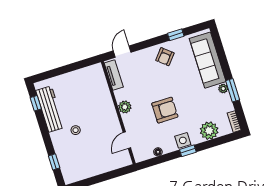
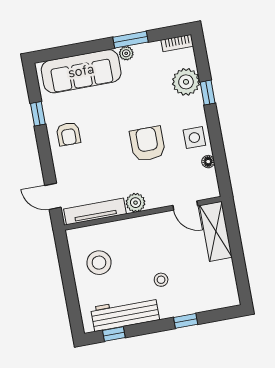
armchair: (165, 57) -> (68, 134), turned 50
tv unit: (114, 75) -> (95, 211), width x1.41
stool: (82, 88) -> (99, 263), added
side table: (183, 140) -> (194, 138), moved
window: (188, 151) -> (208, 93), moved
window: (54, 162) -> (186, 321), moved
shelving: (112, 163) -> (216, 231), added

